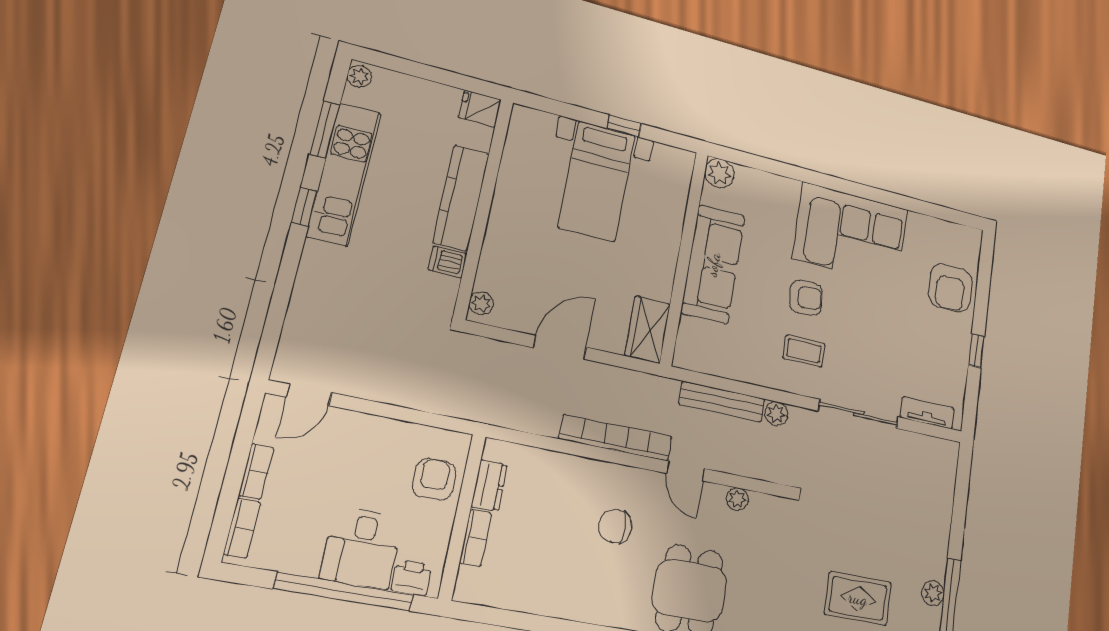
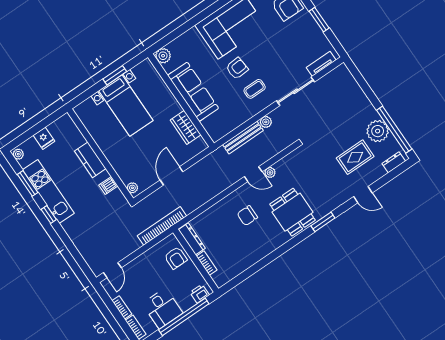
fridge: (480, 109) -> (44, 138), moved, turned -90
window: (624, 126) -> (115, 75), width x1.50
kitchen counter: (461, 198) -> (90, 160), width x0.67
wardrobe: (648, 330) -> (186, 127), moved
window: (976, 351) -> (319, 20), width x1.50
bookcase: (616, 438) -> (162, 226), moved
armchair: (434, 479) -> (176, 258), turned 180
dresser: (489, 485) -> (192, 239), width x1.44
plant: (737, 499) -> (270, 172), moved
desk: (362, 548) -> (162, 308), moved
plant: (933, 593) -> (378, 131), width x1.87, depth x1.87

